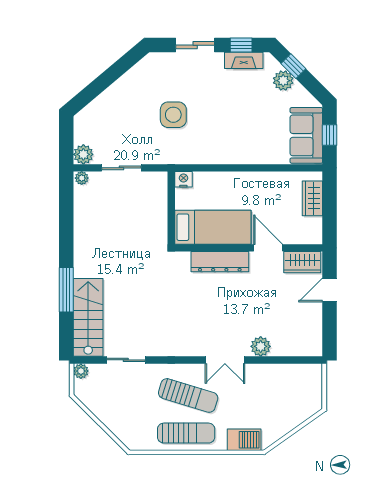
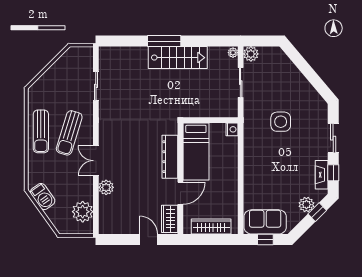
wardrobe: (312, 198) -> (211, 226), width x1.50
window: (66, 290) -> (164, 41), moved
stairs: (88, 317) -> (178, 58), moved
plant: (81, 371) -> (83, 212), moved, width x1.88, depth x1.88
barbecue: (244, 440) -> (43, 197), moved, turned -35

